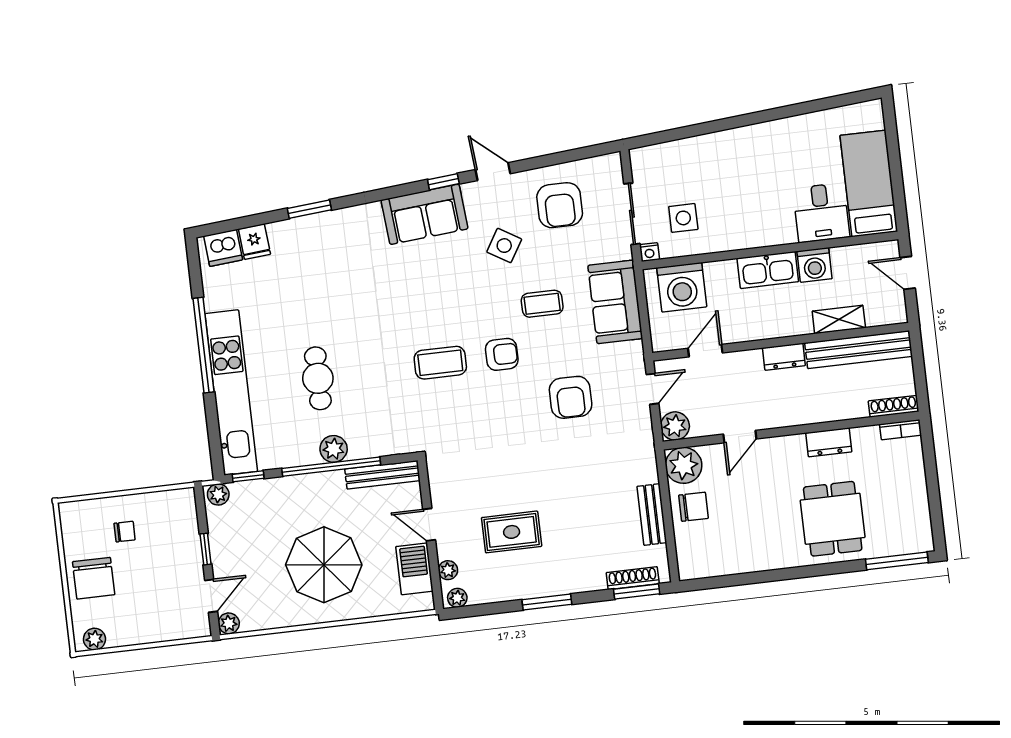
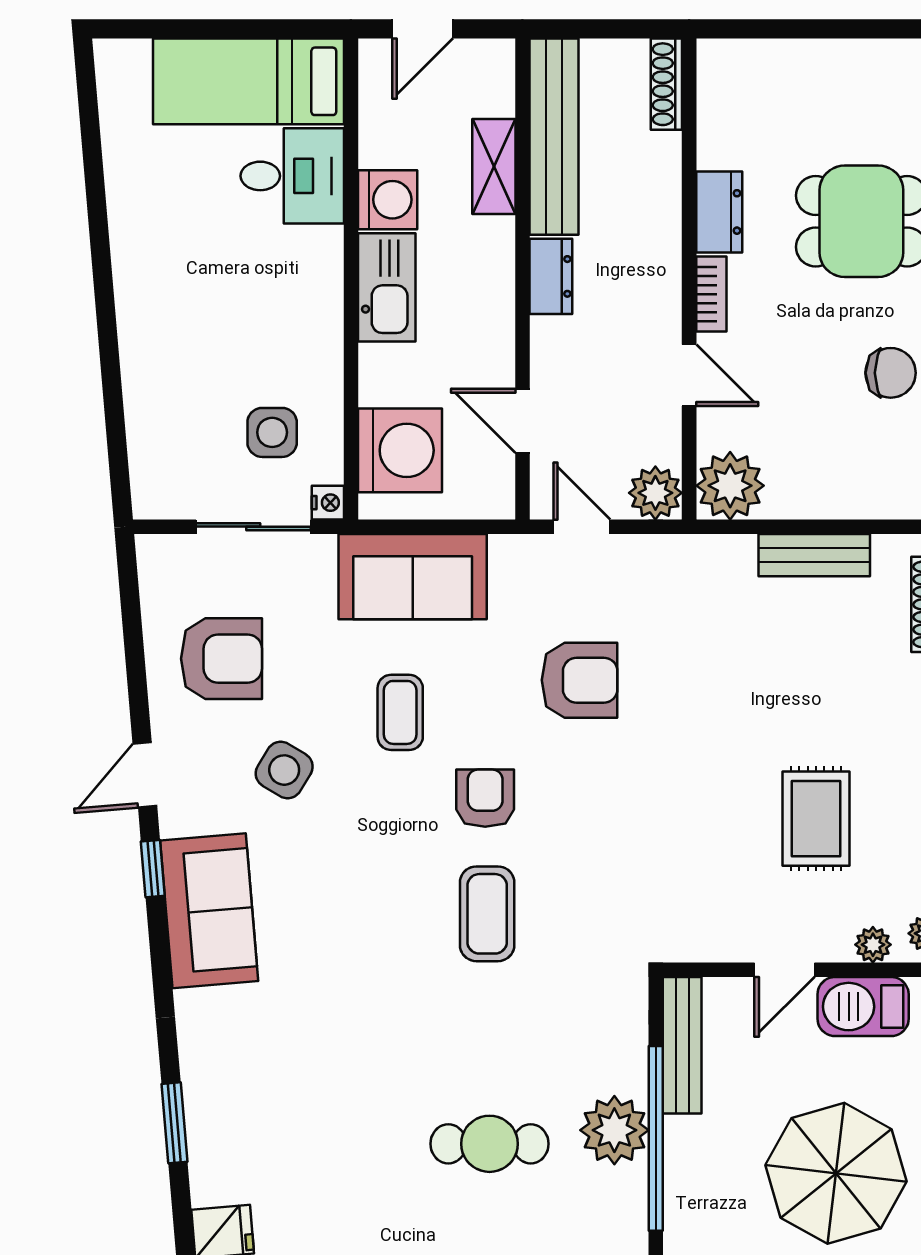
bookcase: (901, 430) -> (711, 294), moved
plant: (334, 449) -> (614, 1130), width x1.36, depth x1.36
chair: (693, 507) -> (891, 373), moved, turned 90

